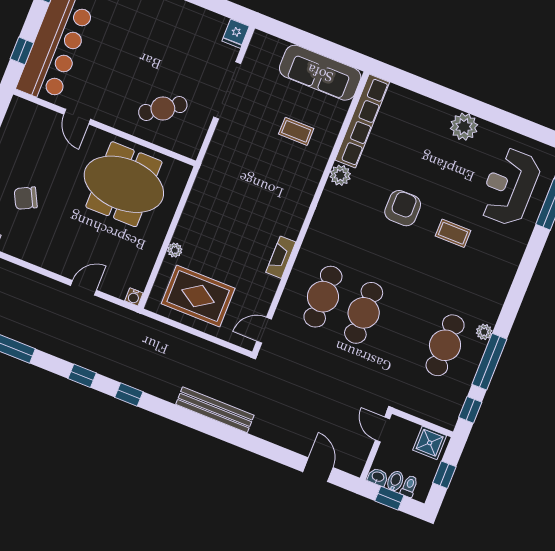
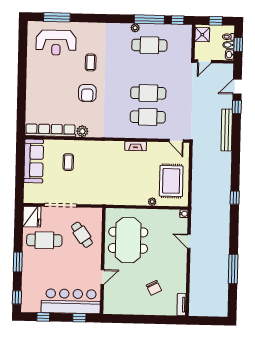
fridge: (236, 34) -> (32, 217), width x1.88, depth x1.34
cafe table: (177, 40) -> (44, 240), added
plant: (464, 127) -> (34, 77), removed
armchair: (403, 208) -> (87, 93), turned -90
window: (82, 376) -> (237, 107), moved
bench: (215, 410) -> (227, 130), moved

